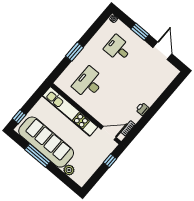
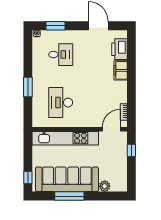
window: (140, 32) -> (55, 26), moved
desk: (118, 49) -> (61, 55), turned 180
filing cabinet: (151, 97) -> (121, 70), added
printer: (142, 109) -> (120, 49), moved, width x1.87, depth x1.48

